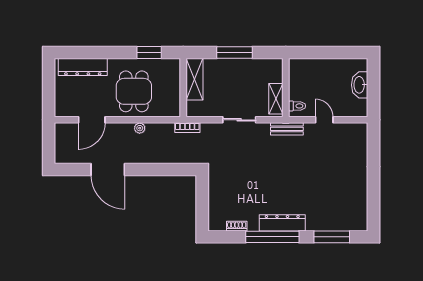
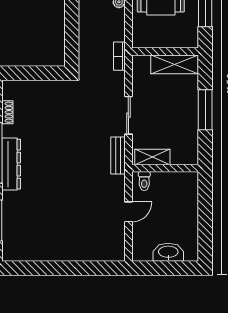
bench: (287, 129) -> (118, 156), moved

